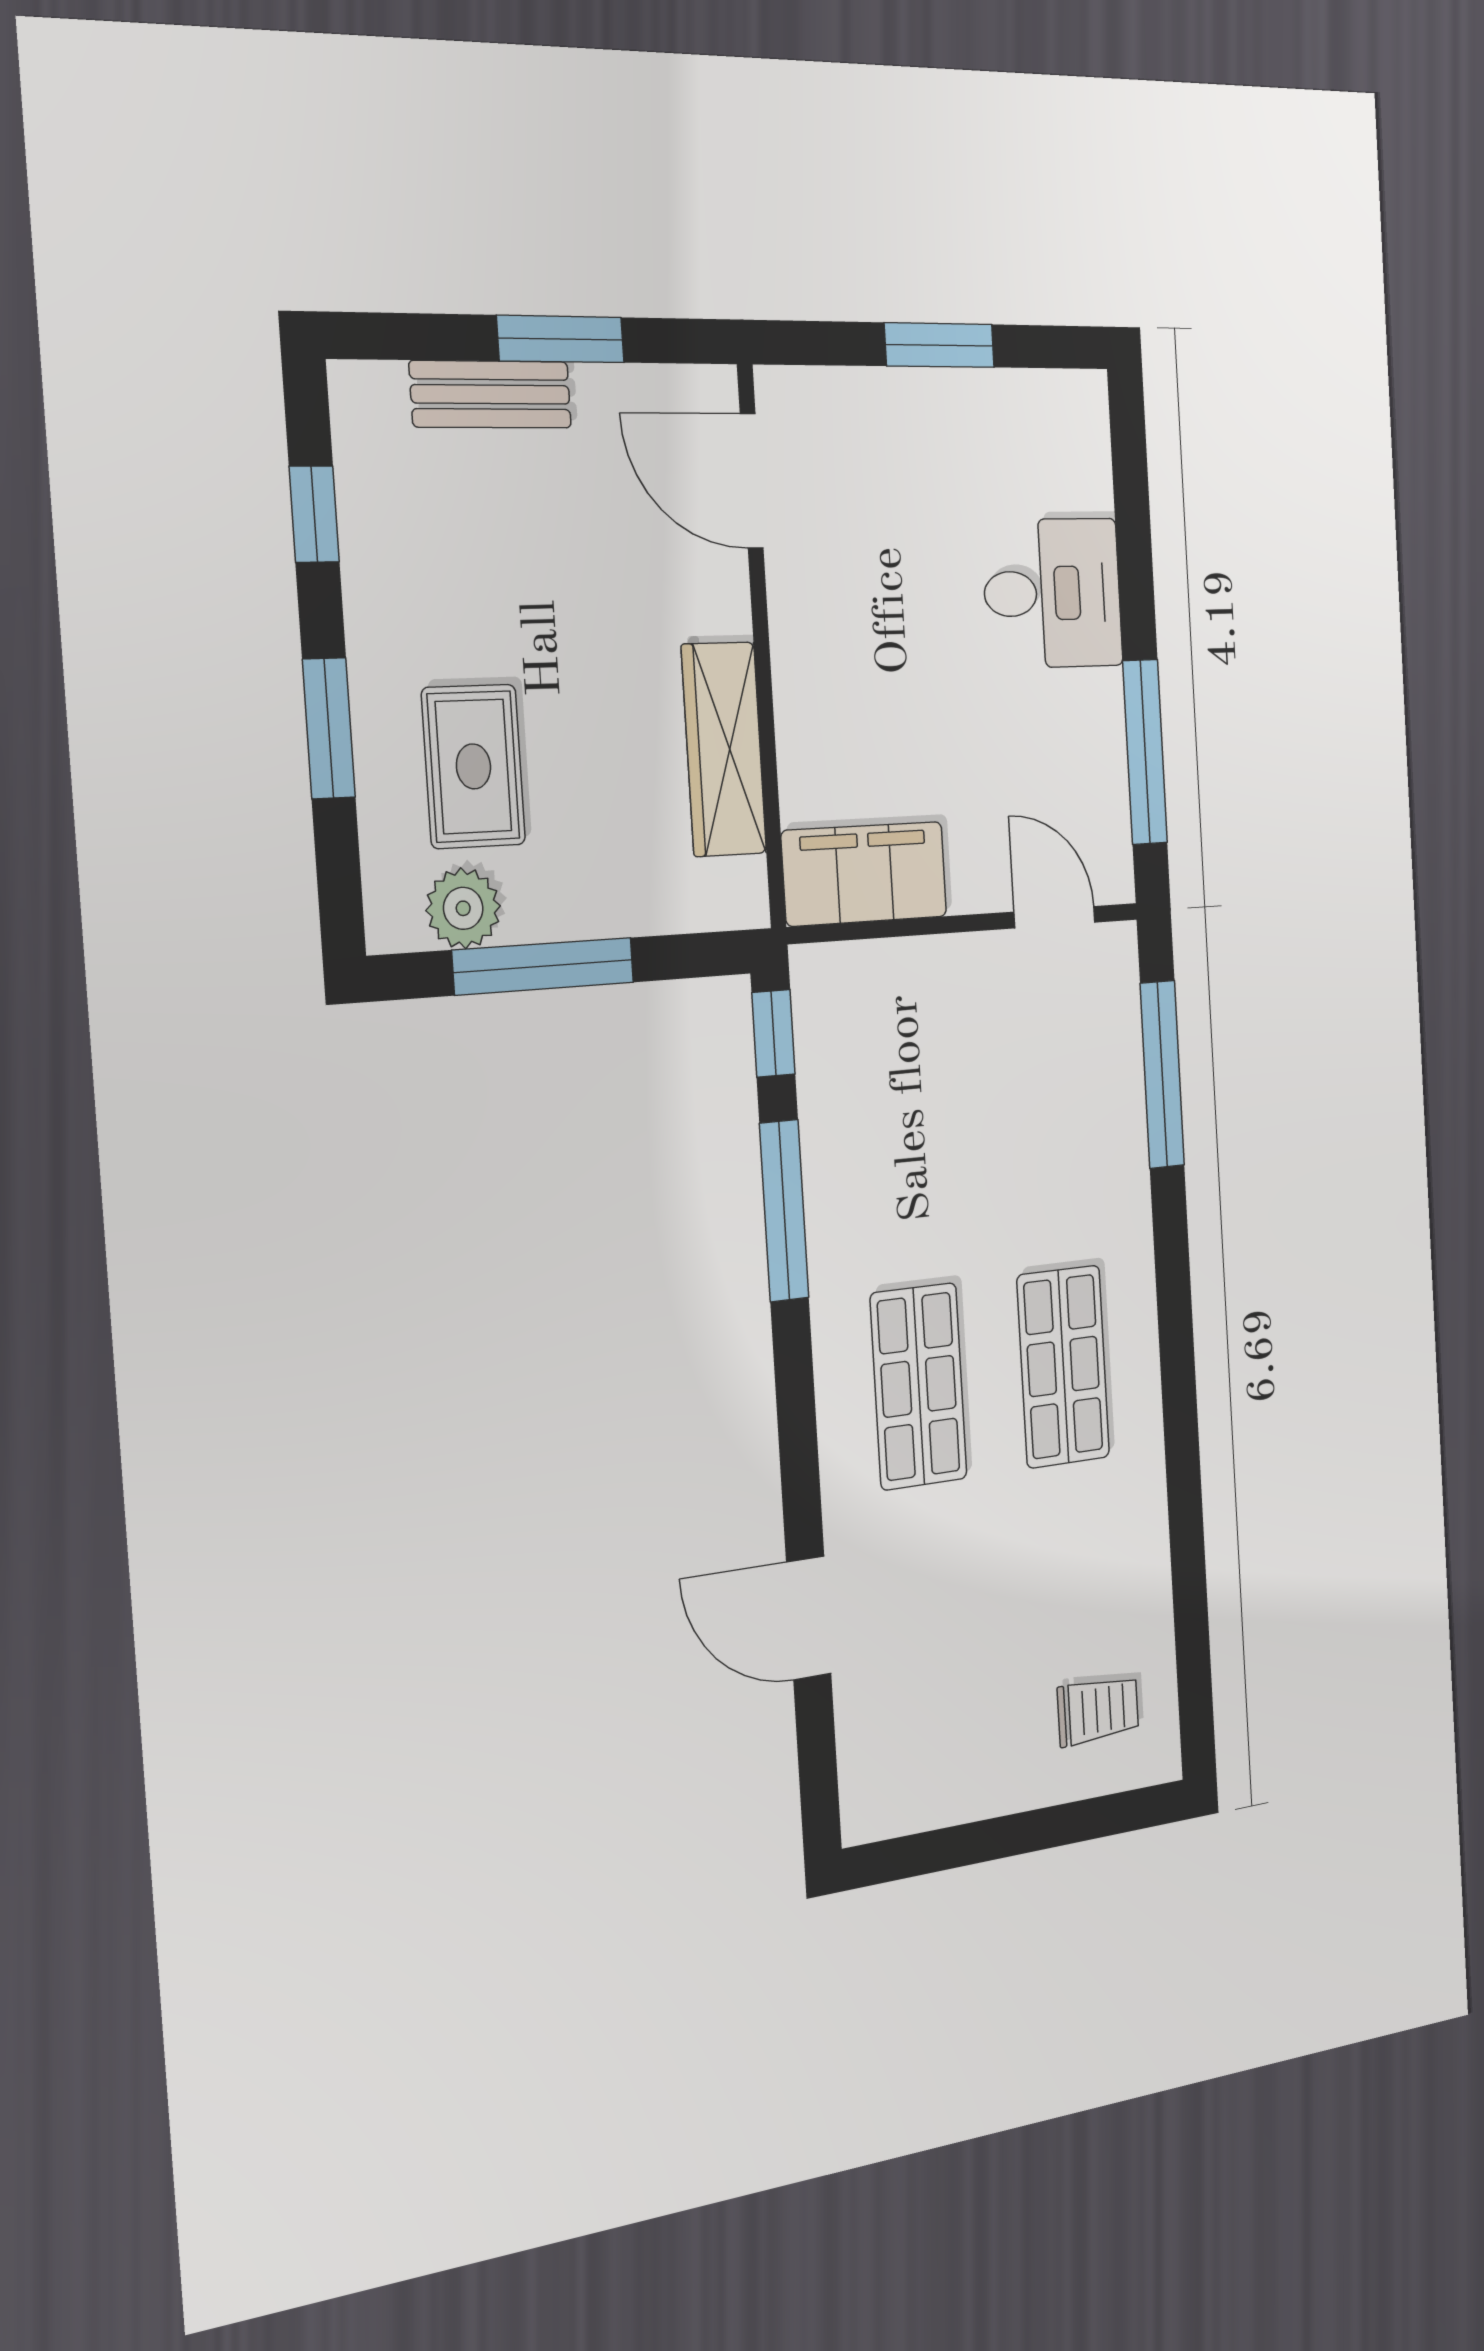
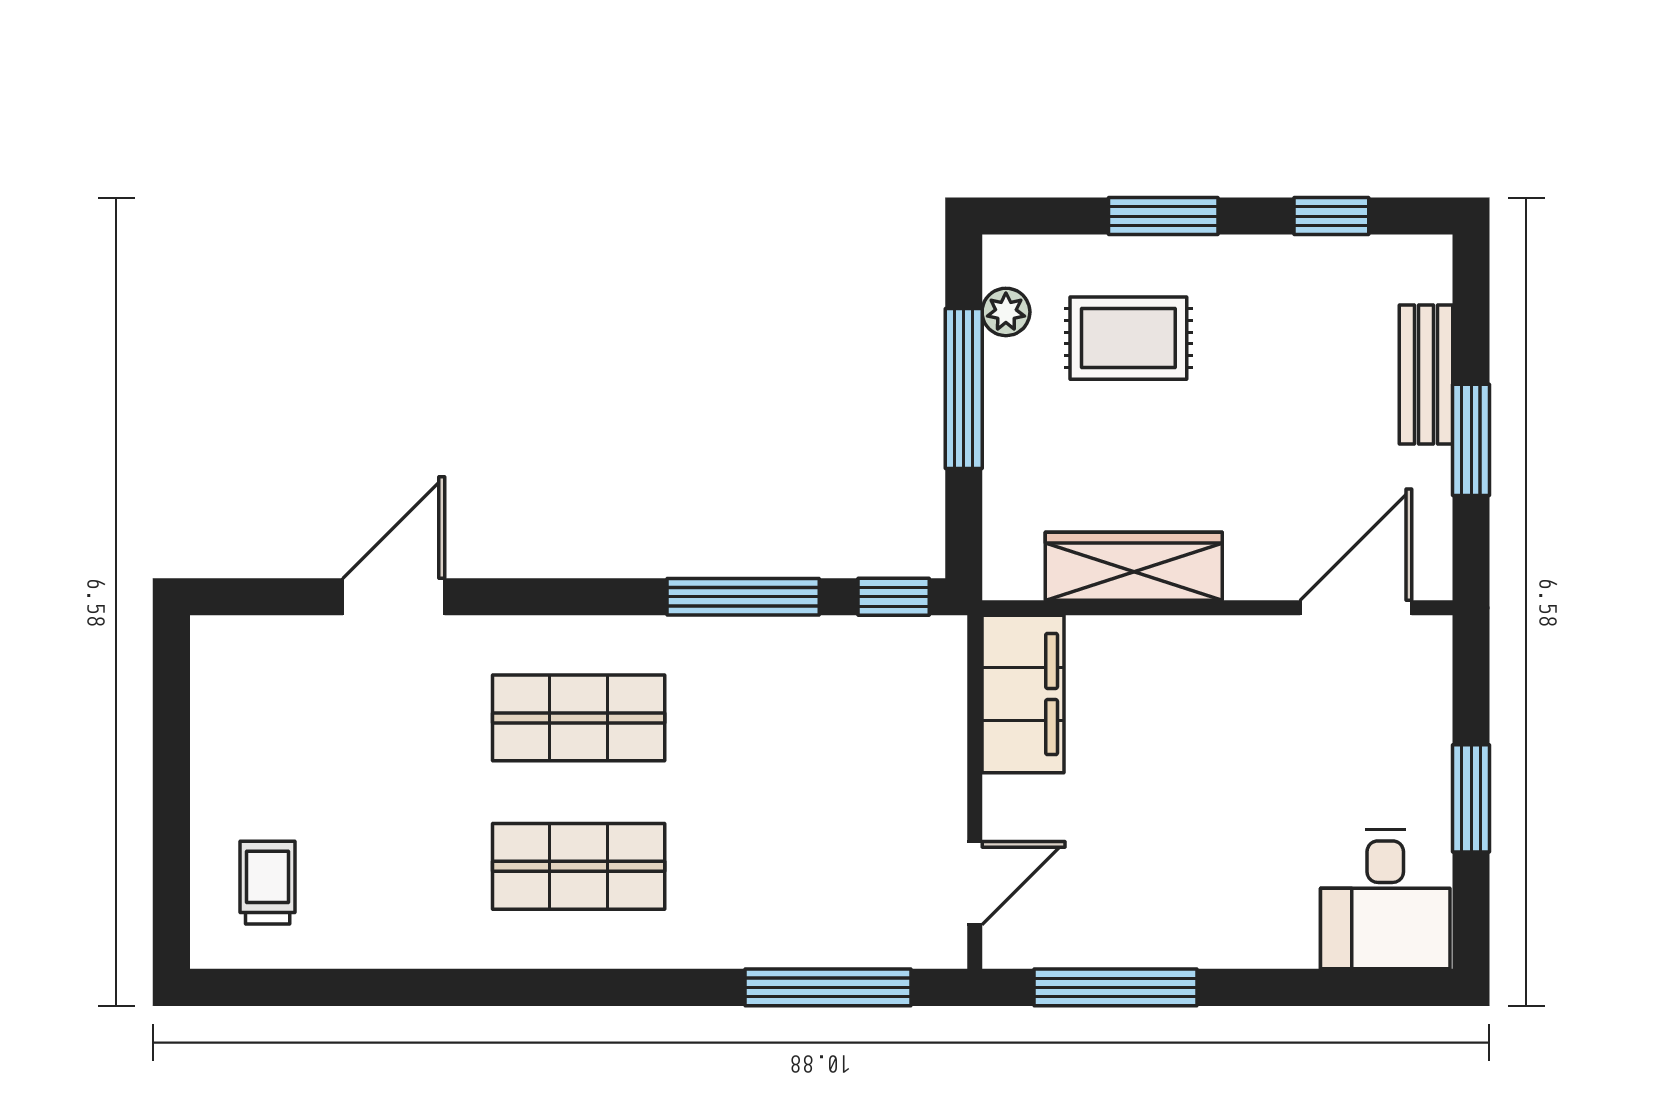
desk: (1052, 593) -> (1385, 899), moved
plant: (463, 908) -> (1006, 312), width x0.73, depth x0.73
trolley: (1098, 1710) -> (268, 883), turned 180

